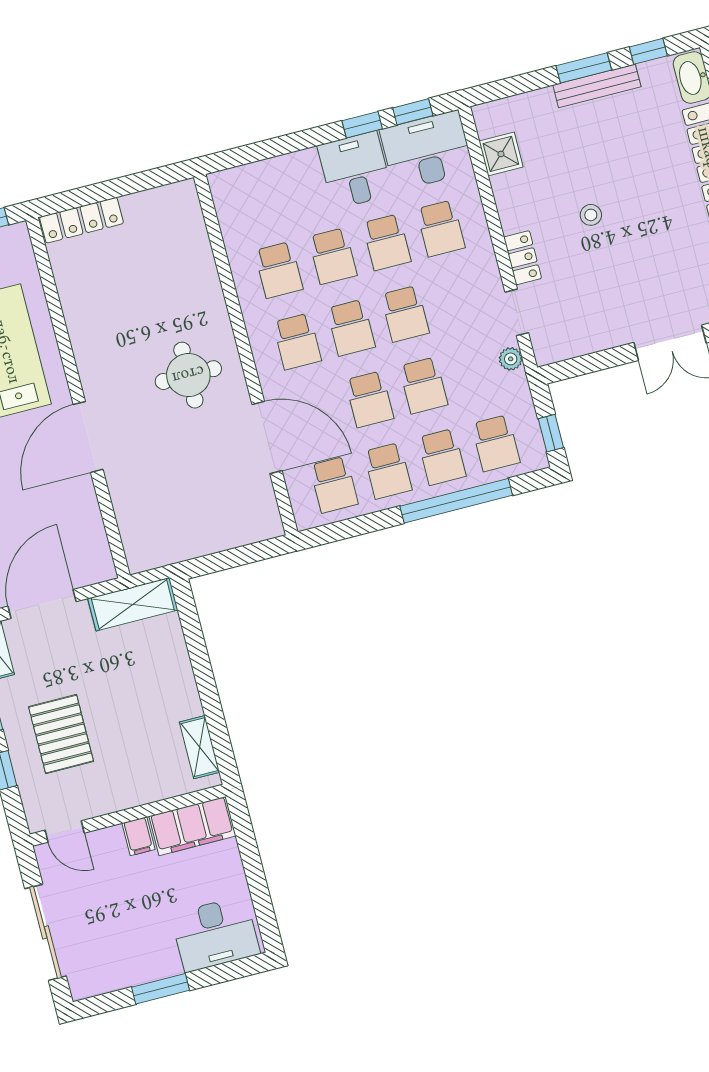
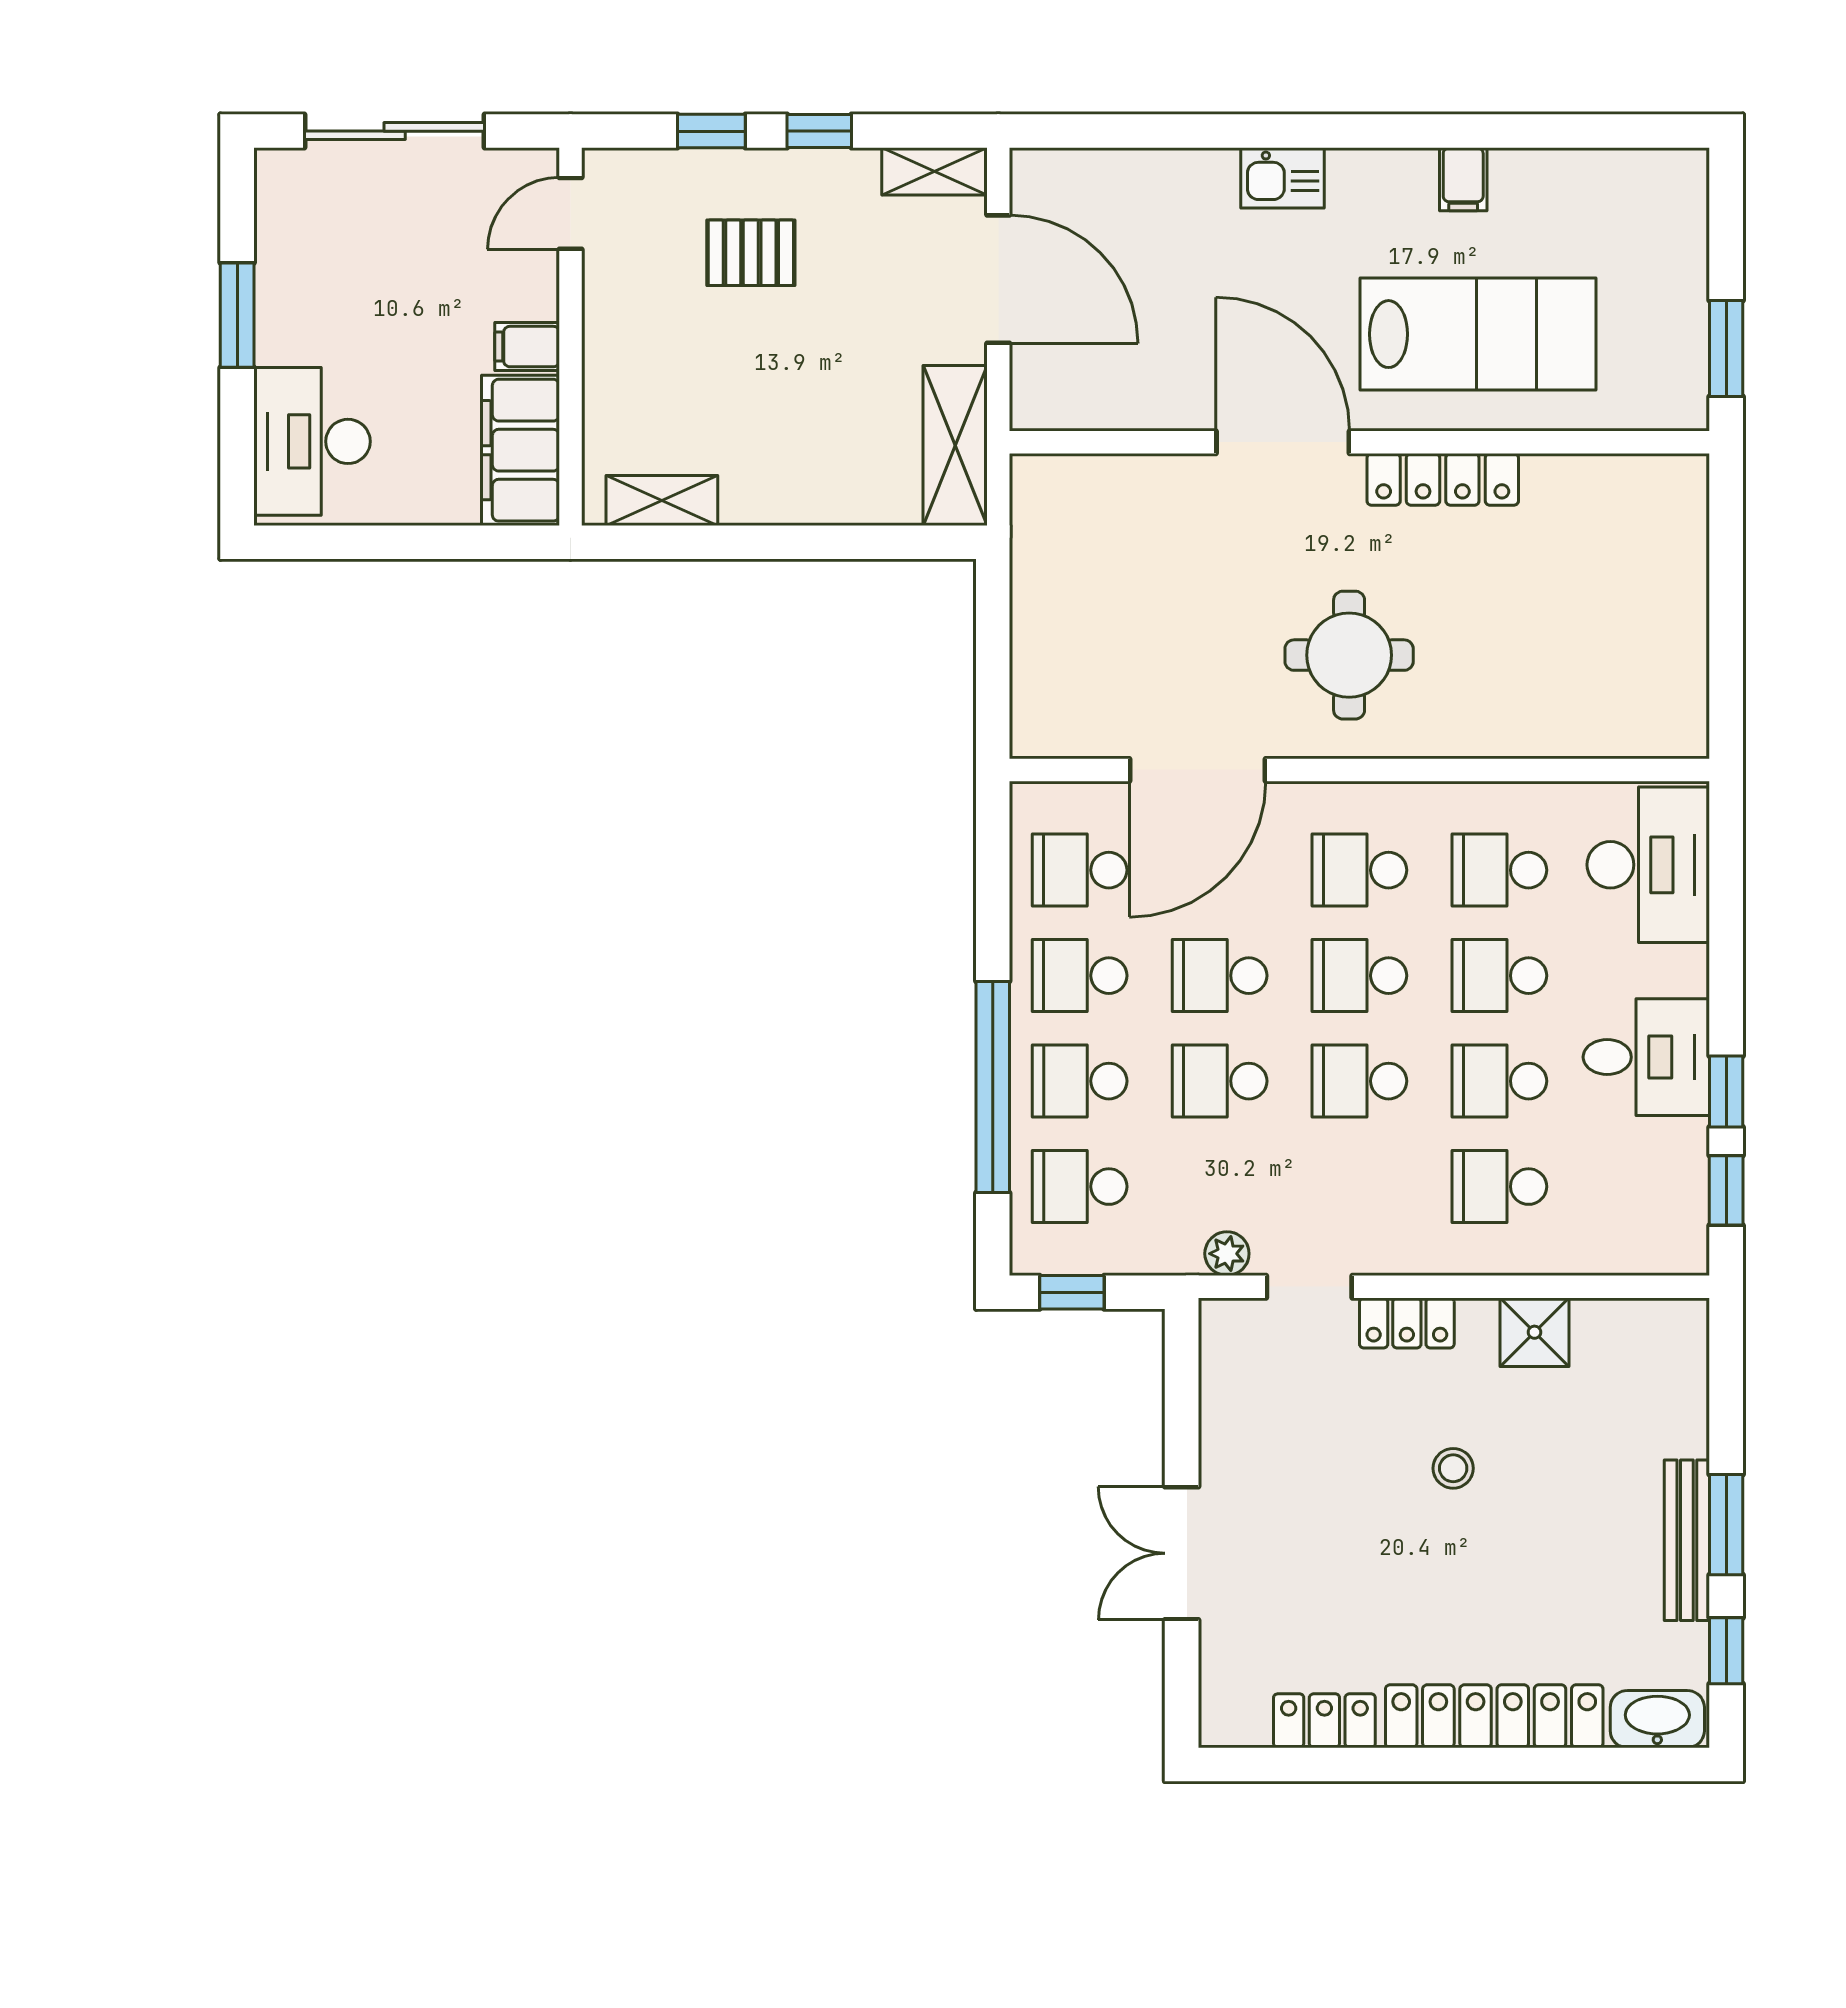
desk: (427, 151) -> (1648, 865), moved
shower: (501, 154) -> (1534, 1332), moved
locker: (82, 220) -> (1443, 479), moved, turned -90
pallet: (61, 734) -> (751, 253), width x0.67, depth x0.71

